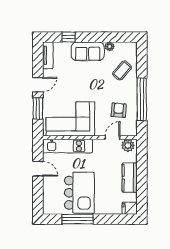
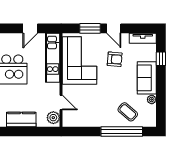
window: (142, 99) -> (122, 131), moved
armchair: (119, 110) -> (115, 59), moved

